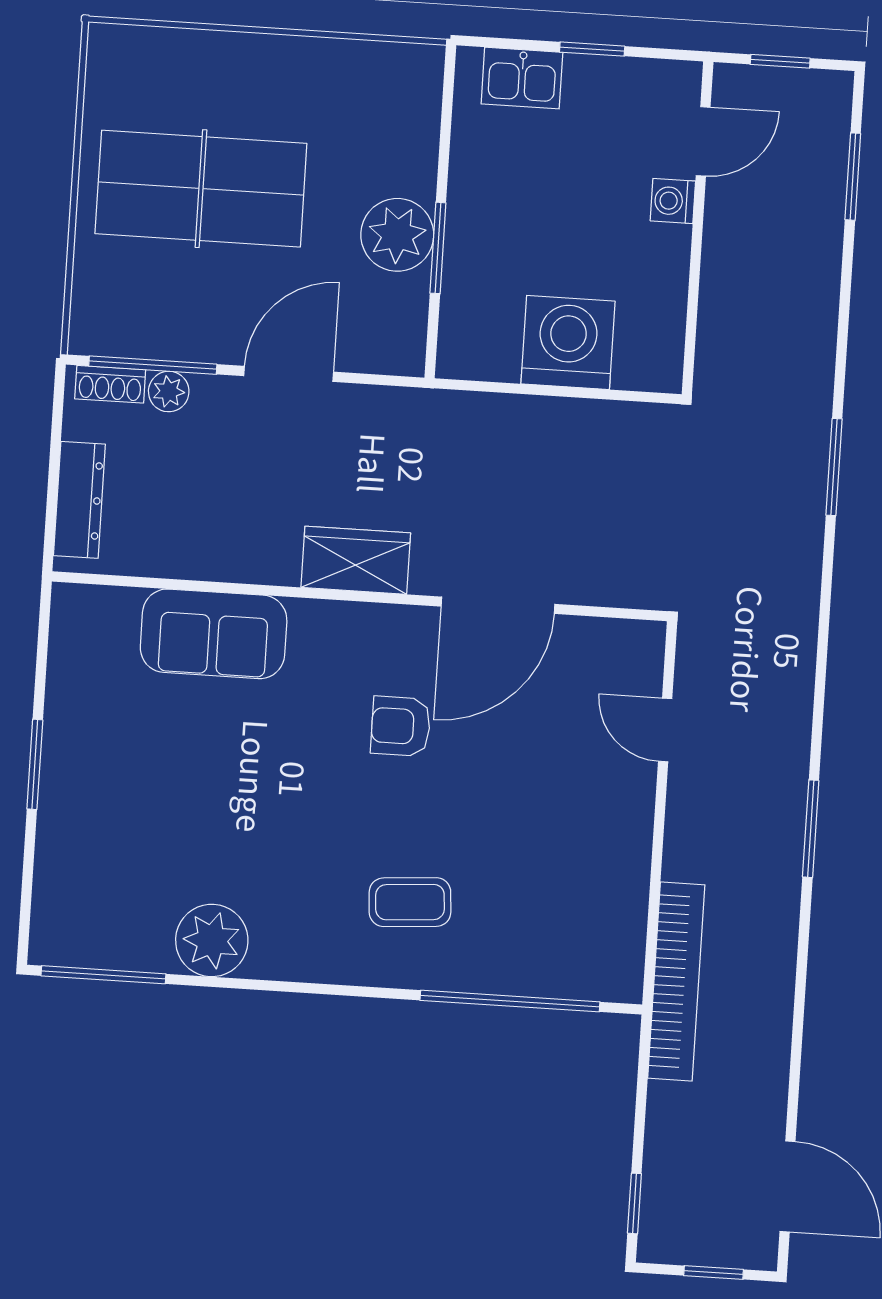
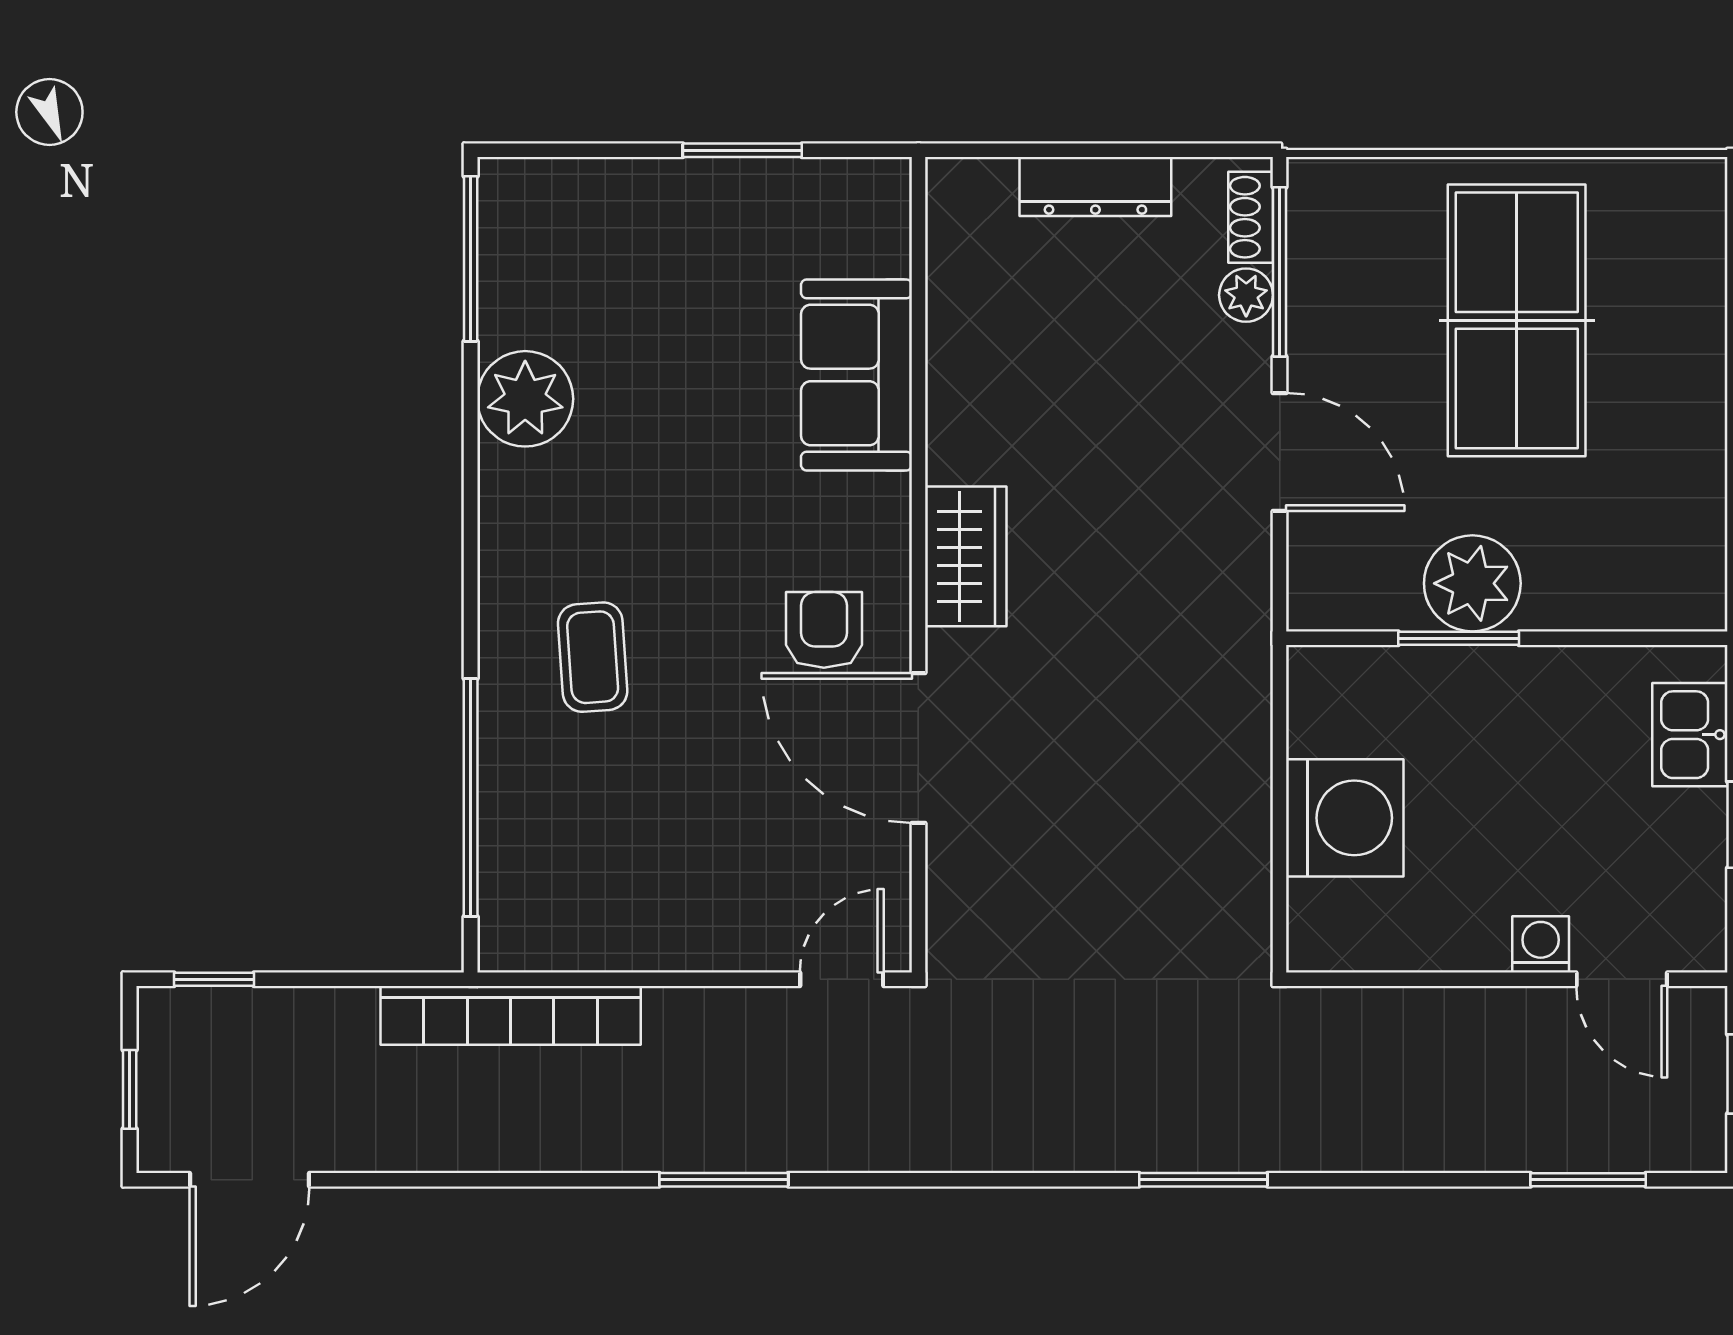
wardrobe: (356, 560) -> (966, 556), moved
wall: (360, 596) -> (918, 565), moved
door: (498, 605) -> (918, 748), moved
sofa: (214, 634) -> (856, 375), moved

